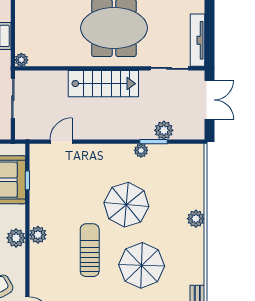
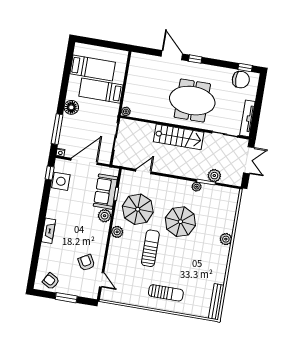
plant: (16, 238) -> (105, 216), moved
parasol: (142, 265) -> (138, 209), moved

